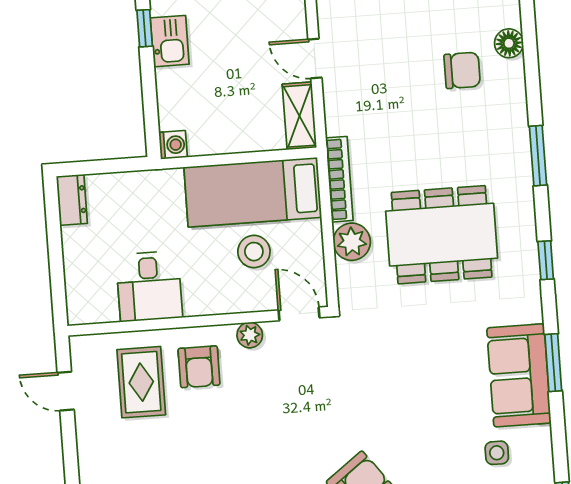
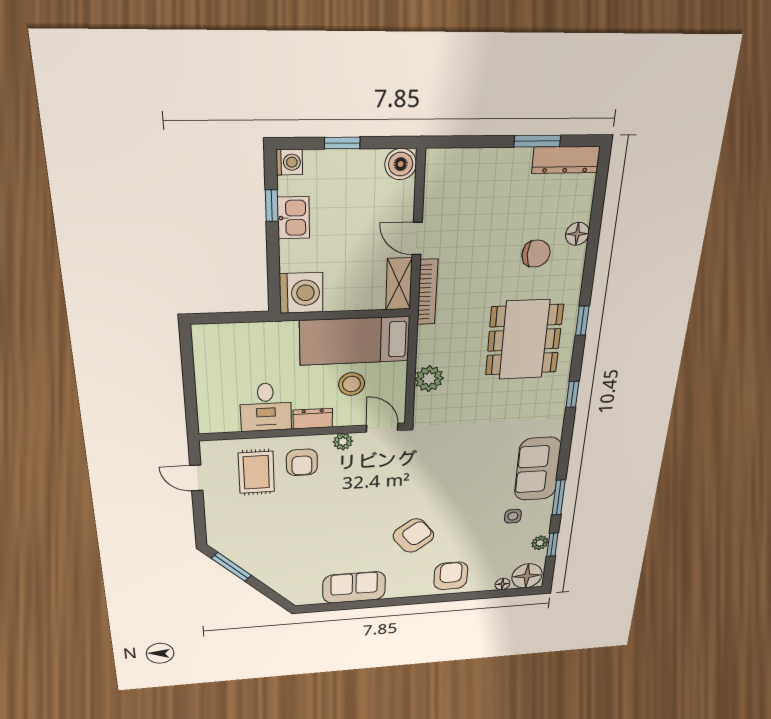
washing machine: (173, 145) -> (301, 293), width x1.89, depth x1.89
window: (538, 156) -> (582, 321), width x0.67
bookcase: (339, 179) -> (427, 292), moved
dresser: (72, 200) -> (313, 419), moved, turned -90
dining table: (442, 235) -> (524, 340), moved, turned 90
window: (553, 363) -> (559, 498), moved

